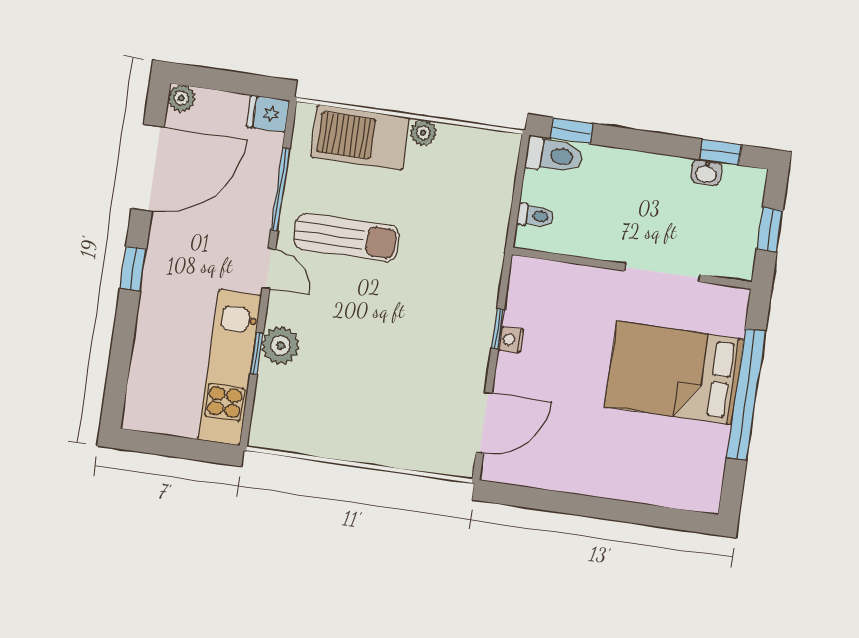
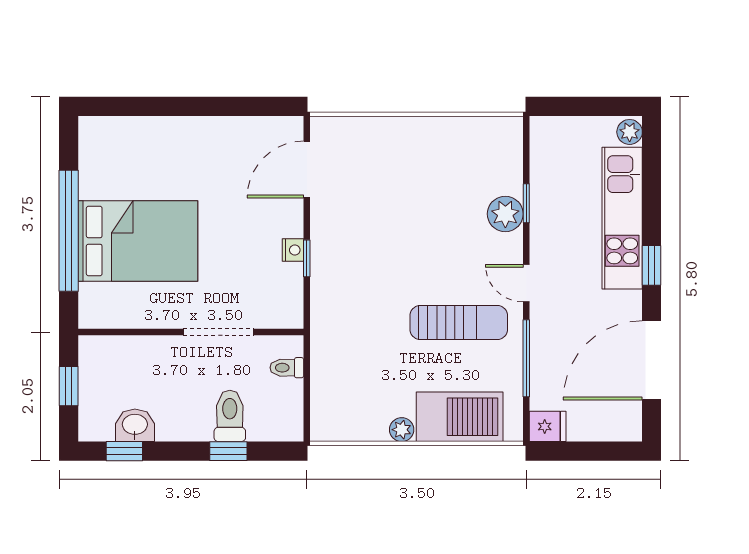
plant: (182, 98) -> (630, 132), moved
window: (572, 131) -> (228, 451), moved
toilet: (554, 155) -> (230, 416), moved, turned 90
washbasin: (706, 173) -> (135, 425), width x1.38, depth x1.45
sun lounger: (346, 237) -> (459, 322), turned 180
doorway: (662, 273) -> (218, 332), moved
kitchen unit: (230, 367) -> (622, 218), moved, turned 180

